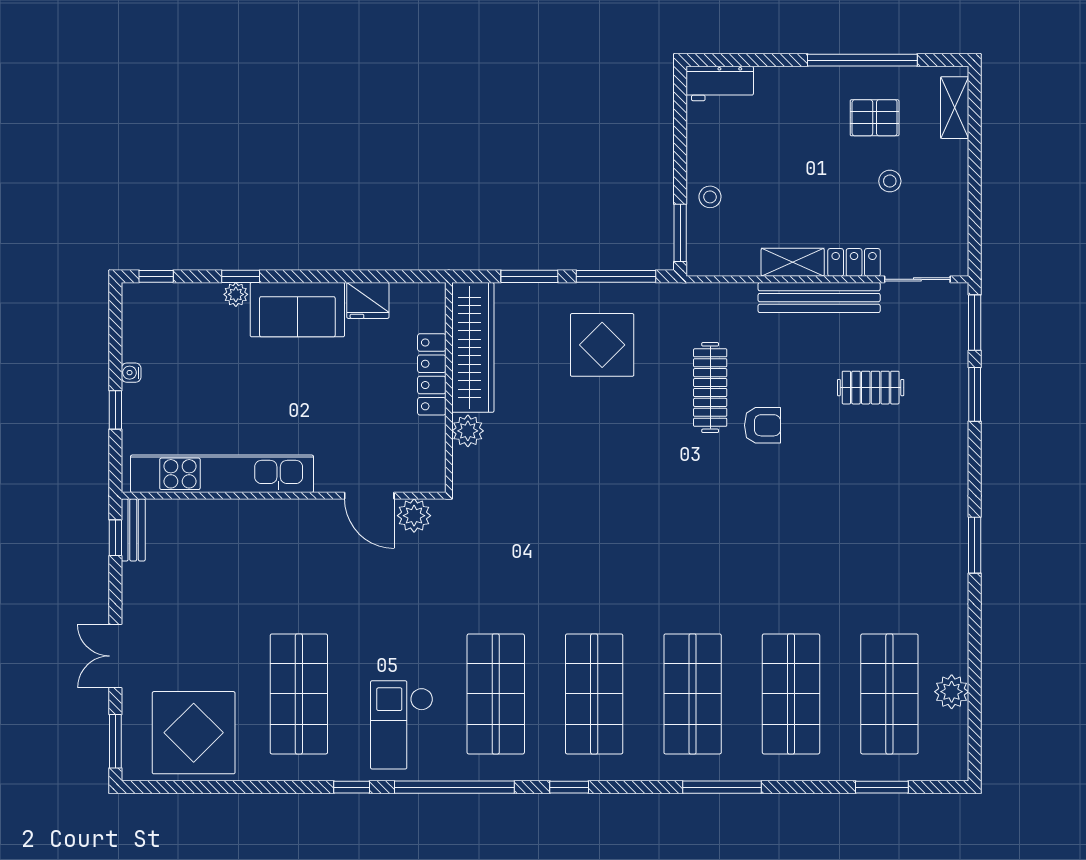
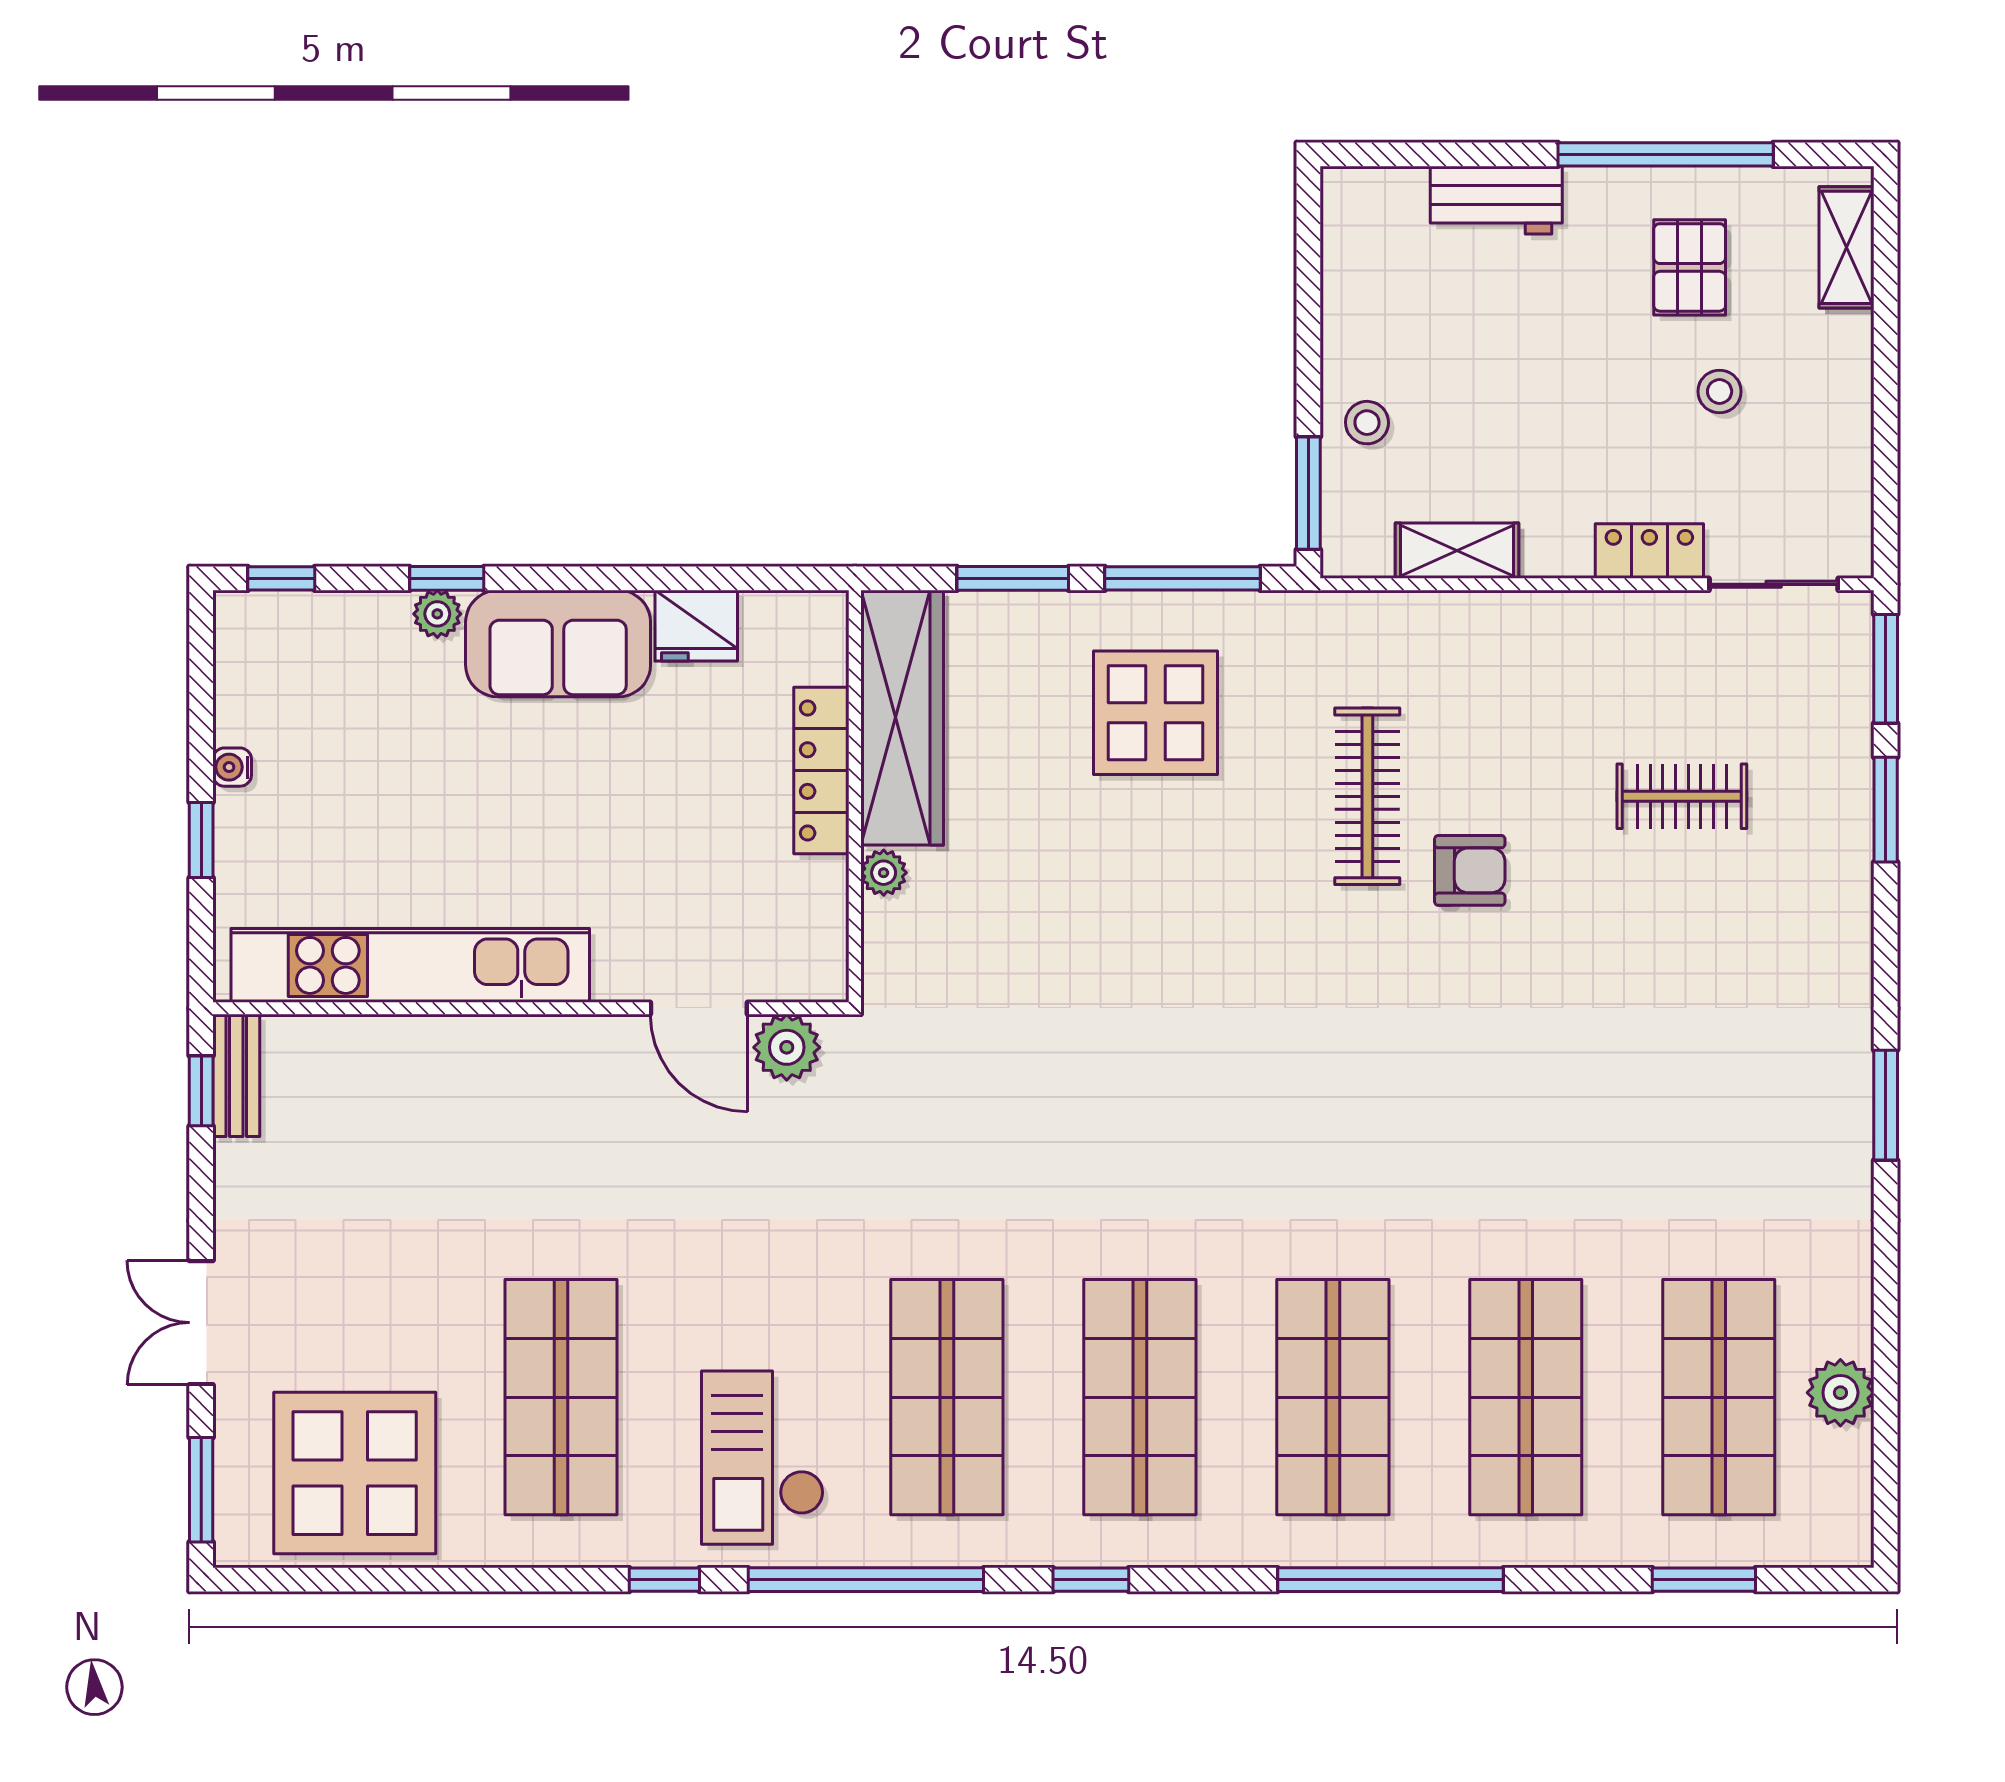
workbench: (720, 83) -> (1496, 200), moved
pallet: (875, 118) -> (1690, 267), turned 90
shelving: (793, 262) -> (1457, 551), moved
bench: (819, 298) -> (1581, 620), removed
plant: (468, 431) -> (884, 873), width x0.73, depth x0.73
window: (722, 787) -> (1391, 1580), width x1.46

